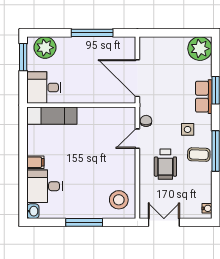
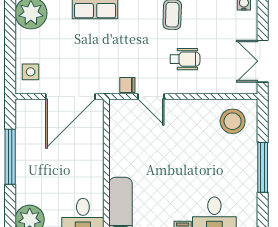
side table: (188, 129) -> (31, 72), moved
wheelchair: (165, 164) -> (185, 59), width x0.73, depth x0.73

